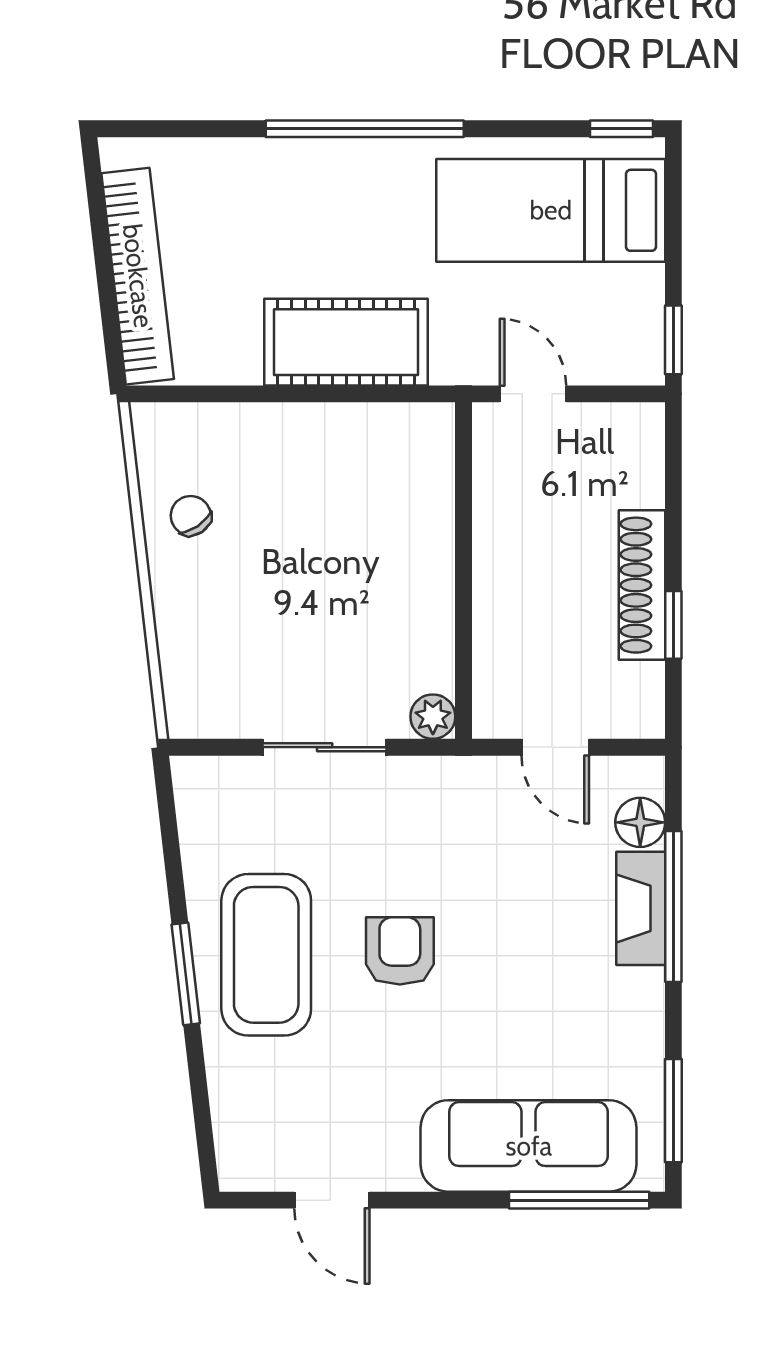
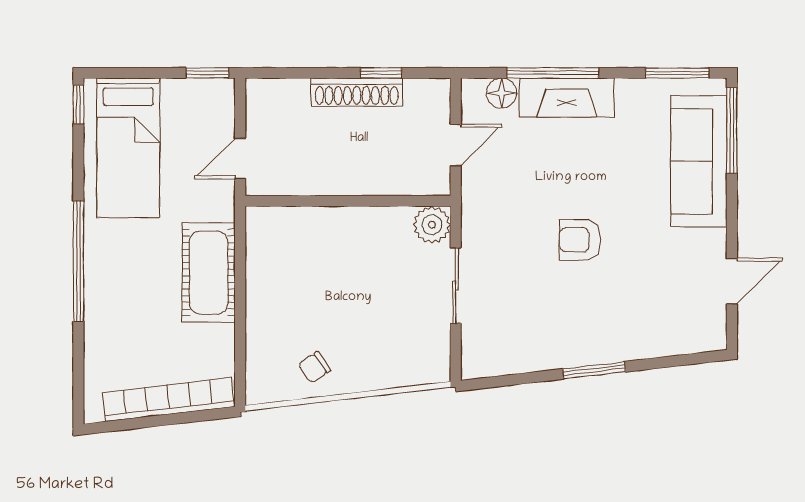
plant: (433, 717) -> (432, 225), width x1.38, depth x1.38
fireplace: (641, 908) -> (567, 98), width x1.37, depth x1.32
coffee table: (266, 955) -> (582, 321), removed

